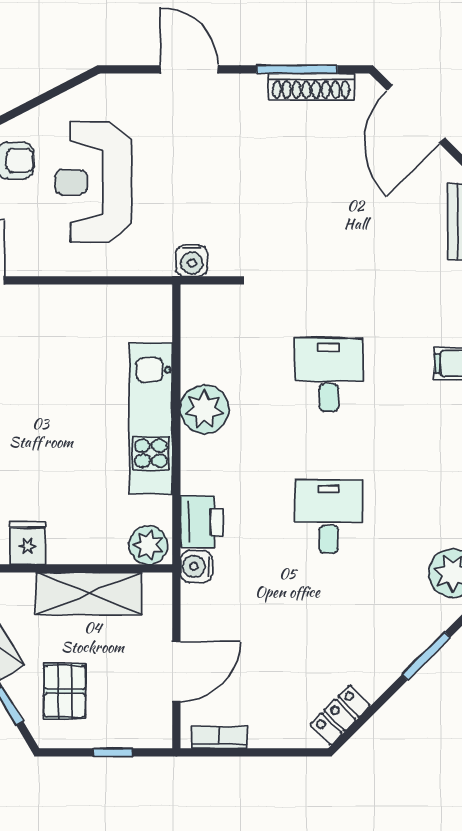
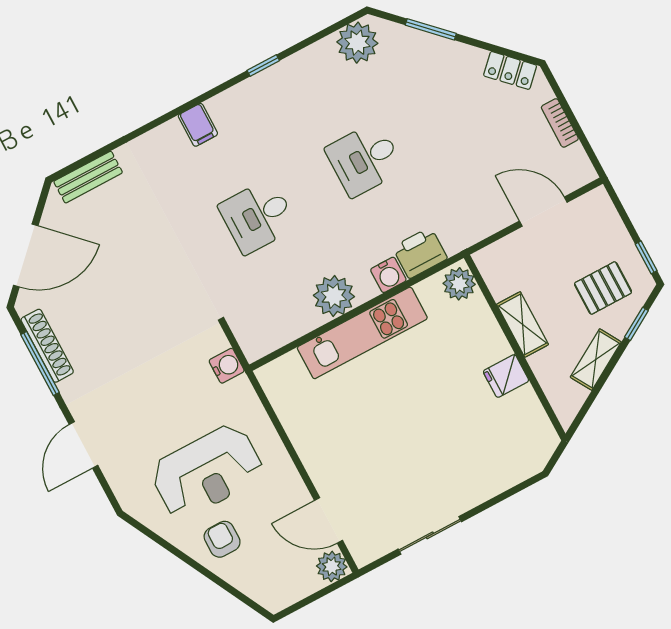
water cooler: (196, 567) -> (388, 275), moved
shelving: (89, 593) -> (523, 324), width x0.67, depth x0.75
bookcase: (219, 737) -> (560, 123), moved
window: (113, 752) -> (646, 257), moved

